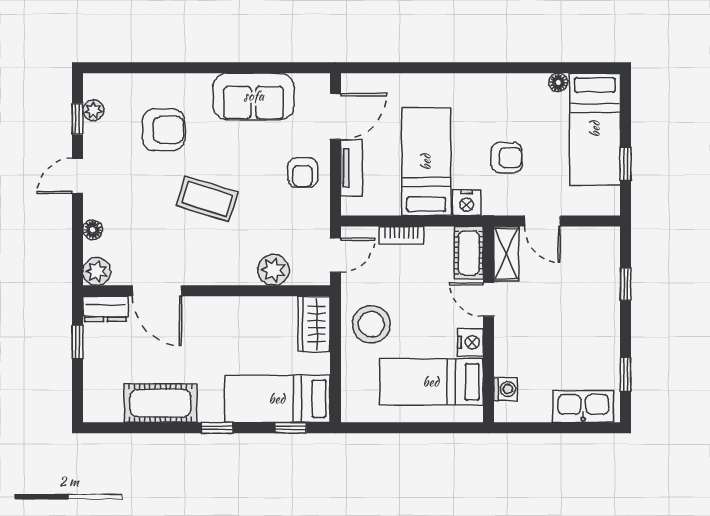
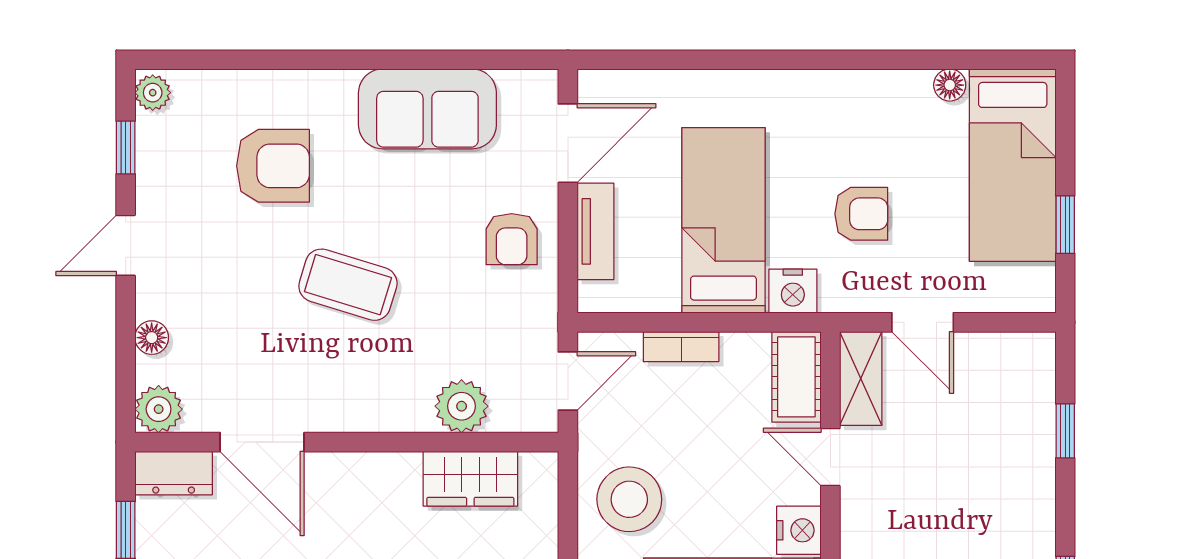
plant: (93, 110) -> (153, 93), moved
wardrobe: (314, 324) -> (470, 479), moved, turned -90

